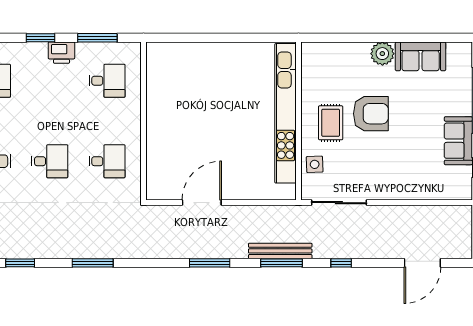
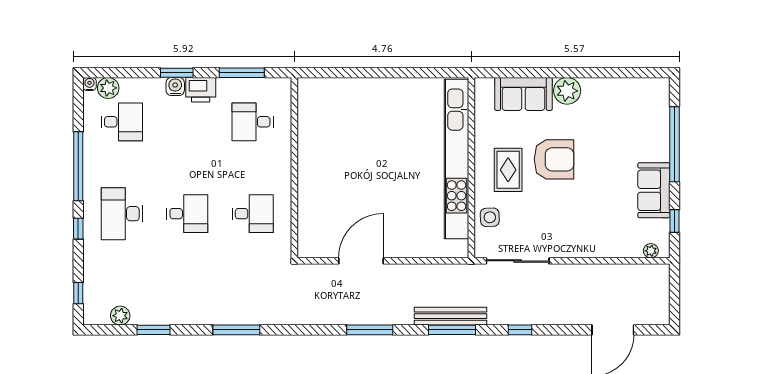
water cooler: (39, 50) -> (175, 86), added
sofa: (421, 56) -> (523, 94), moved
desk: (107, 81) -> (253, 122), turned 180
plant: (456, 194) -> (651, 251), added

